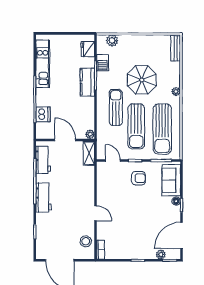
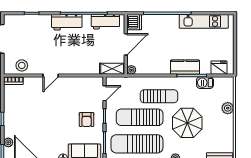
plant: (112, 40) -> (228, 108), moved
dishwasher: (43, 114) -> (134, 22), moved, turned -90

